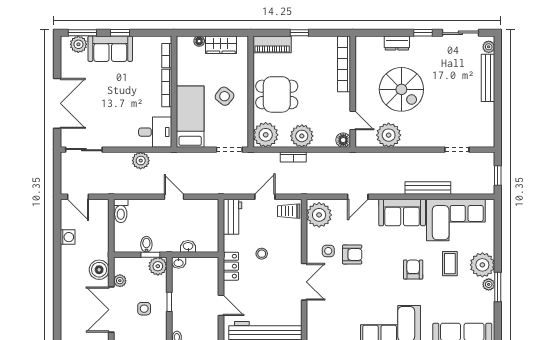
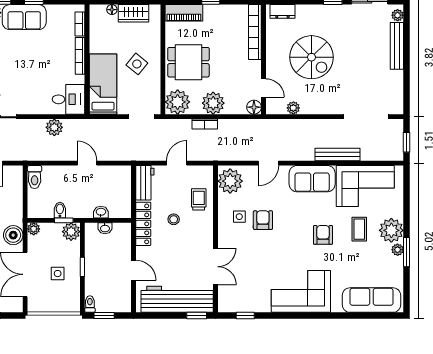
dresser: (397, 43) -> (282, 11), moved
plant: (389, 135) -> (293, 108), width x0.53, depth x0.53
doorway: (457, 150) -> (366, 117), width x1.88
trolley: (289, 211) -> (199, 199), moved, turned 90
armchair: (352, 254) -> (263, 220), turned -90
washbasin: (179, 263) -> (105, 228), moved
locker: (231, 266) -> (143, 224), width x1.53
plant: (120, 281) -> (34, 229), moved
double door: (304, 282) -> (215, 267), moved

